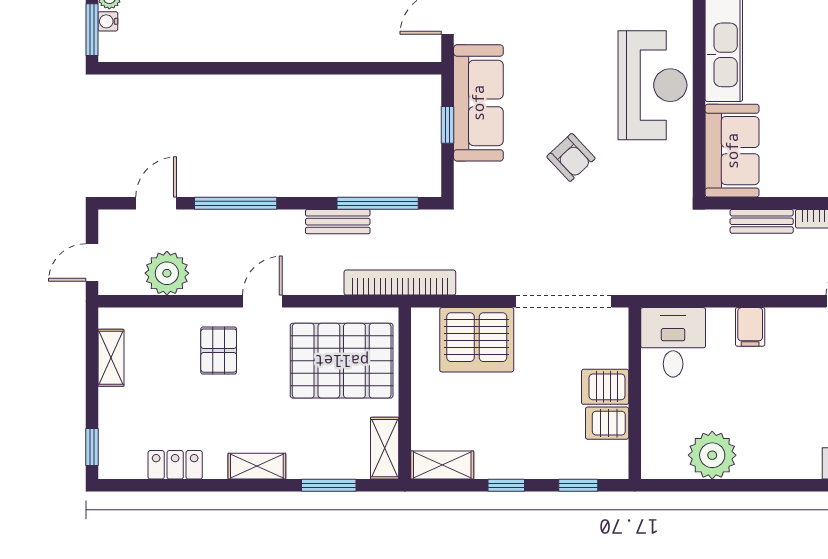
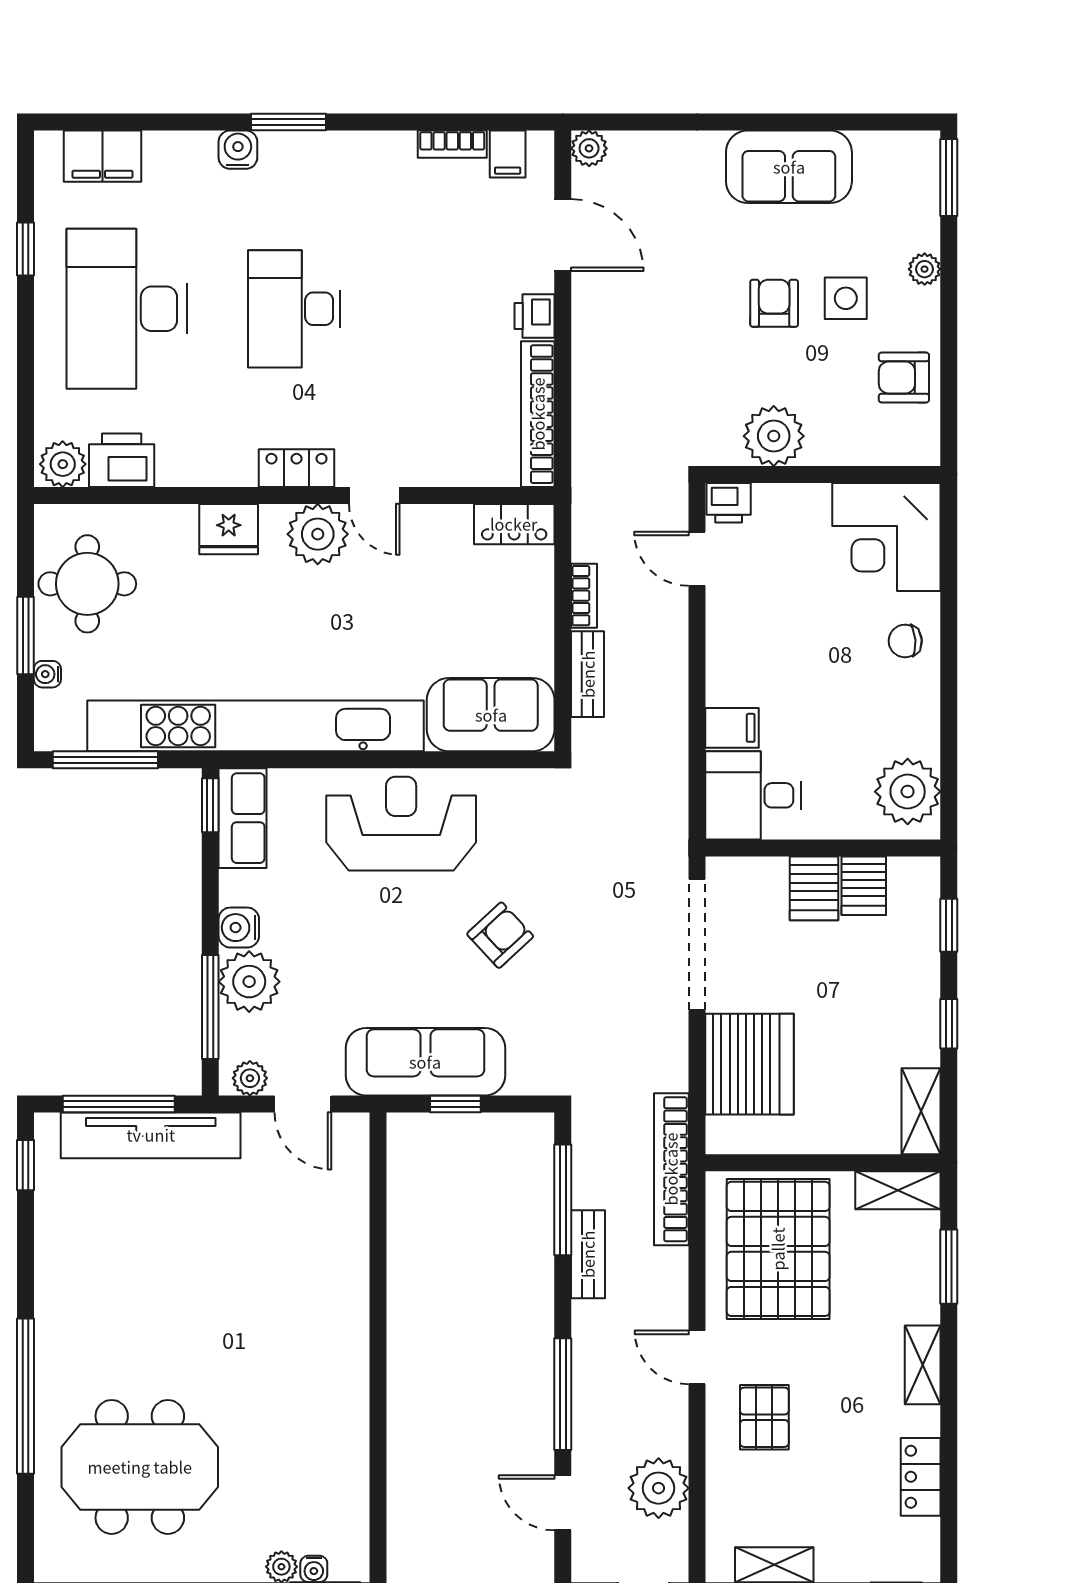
filing cabinet: (750, 327) -> (732, 728), moved
pallet: (219, 351) -> (764, 1417), turned 90
chair: (786, 453) -> (905, 641), added
plant: (712, 455) -> (908, 792), moved

